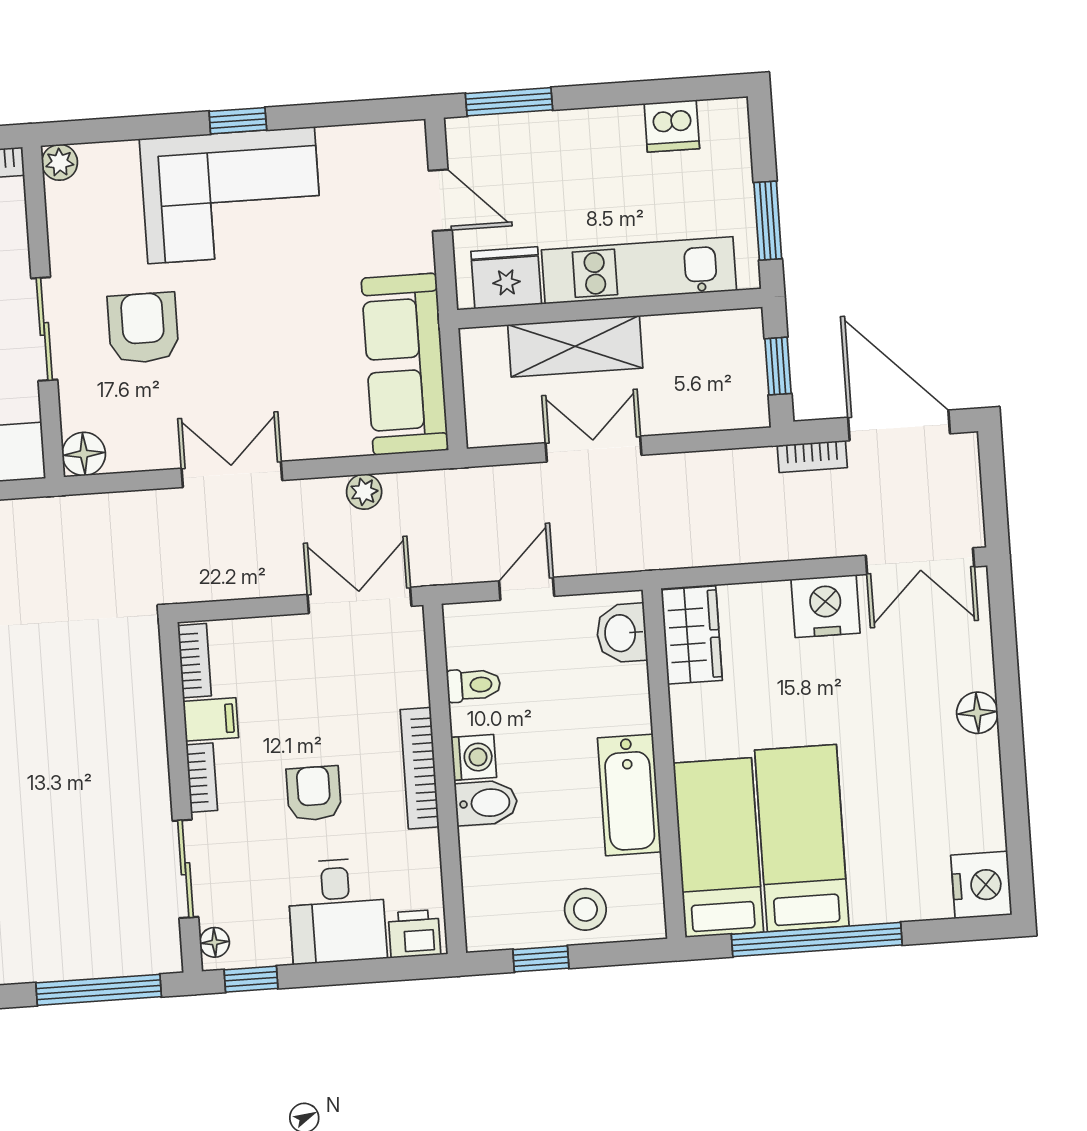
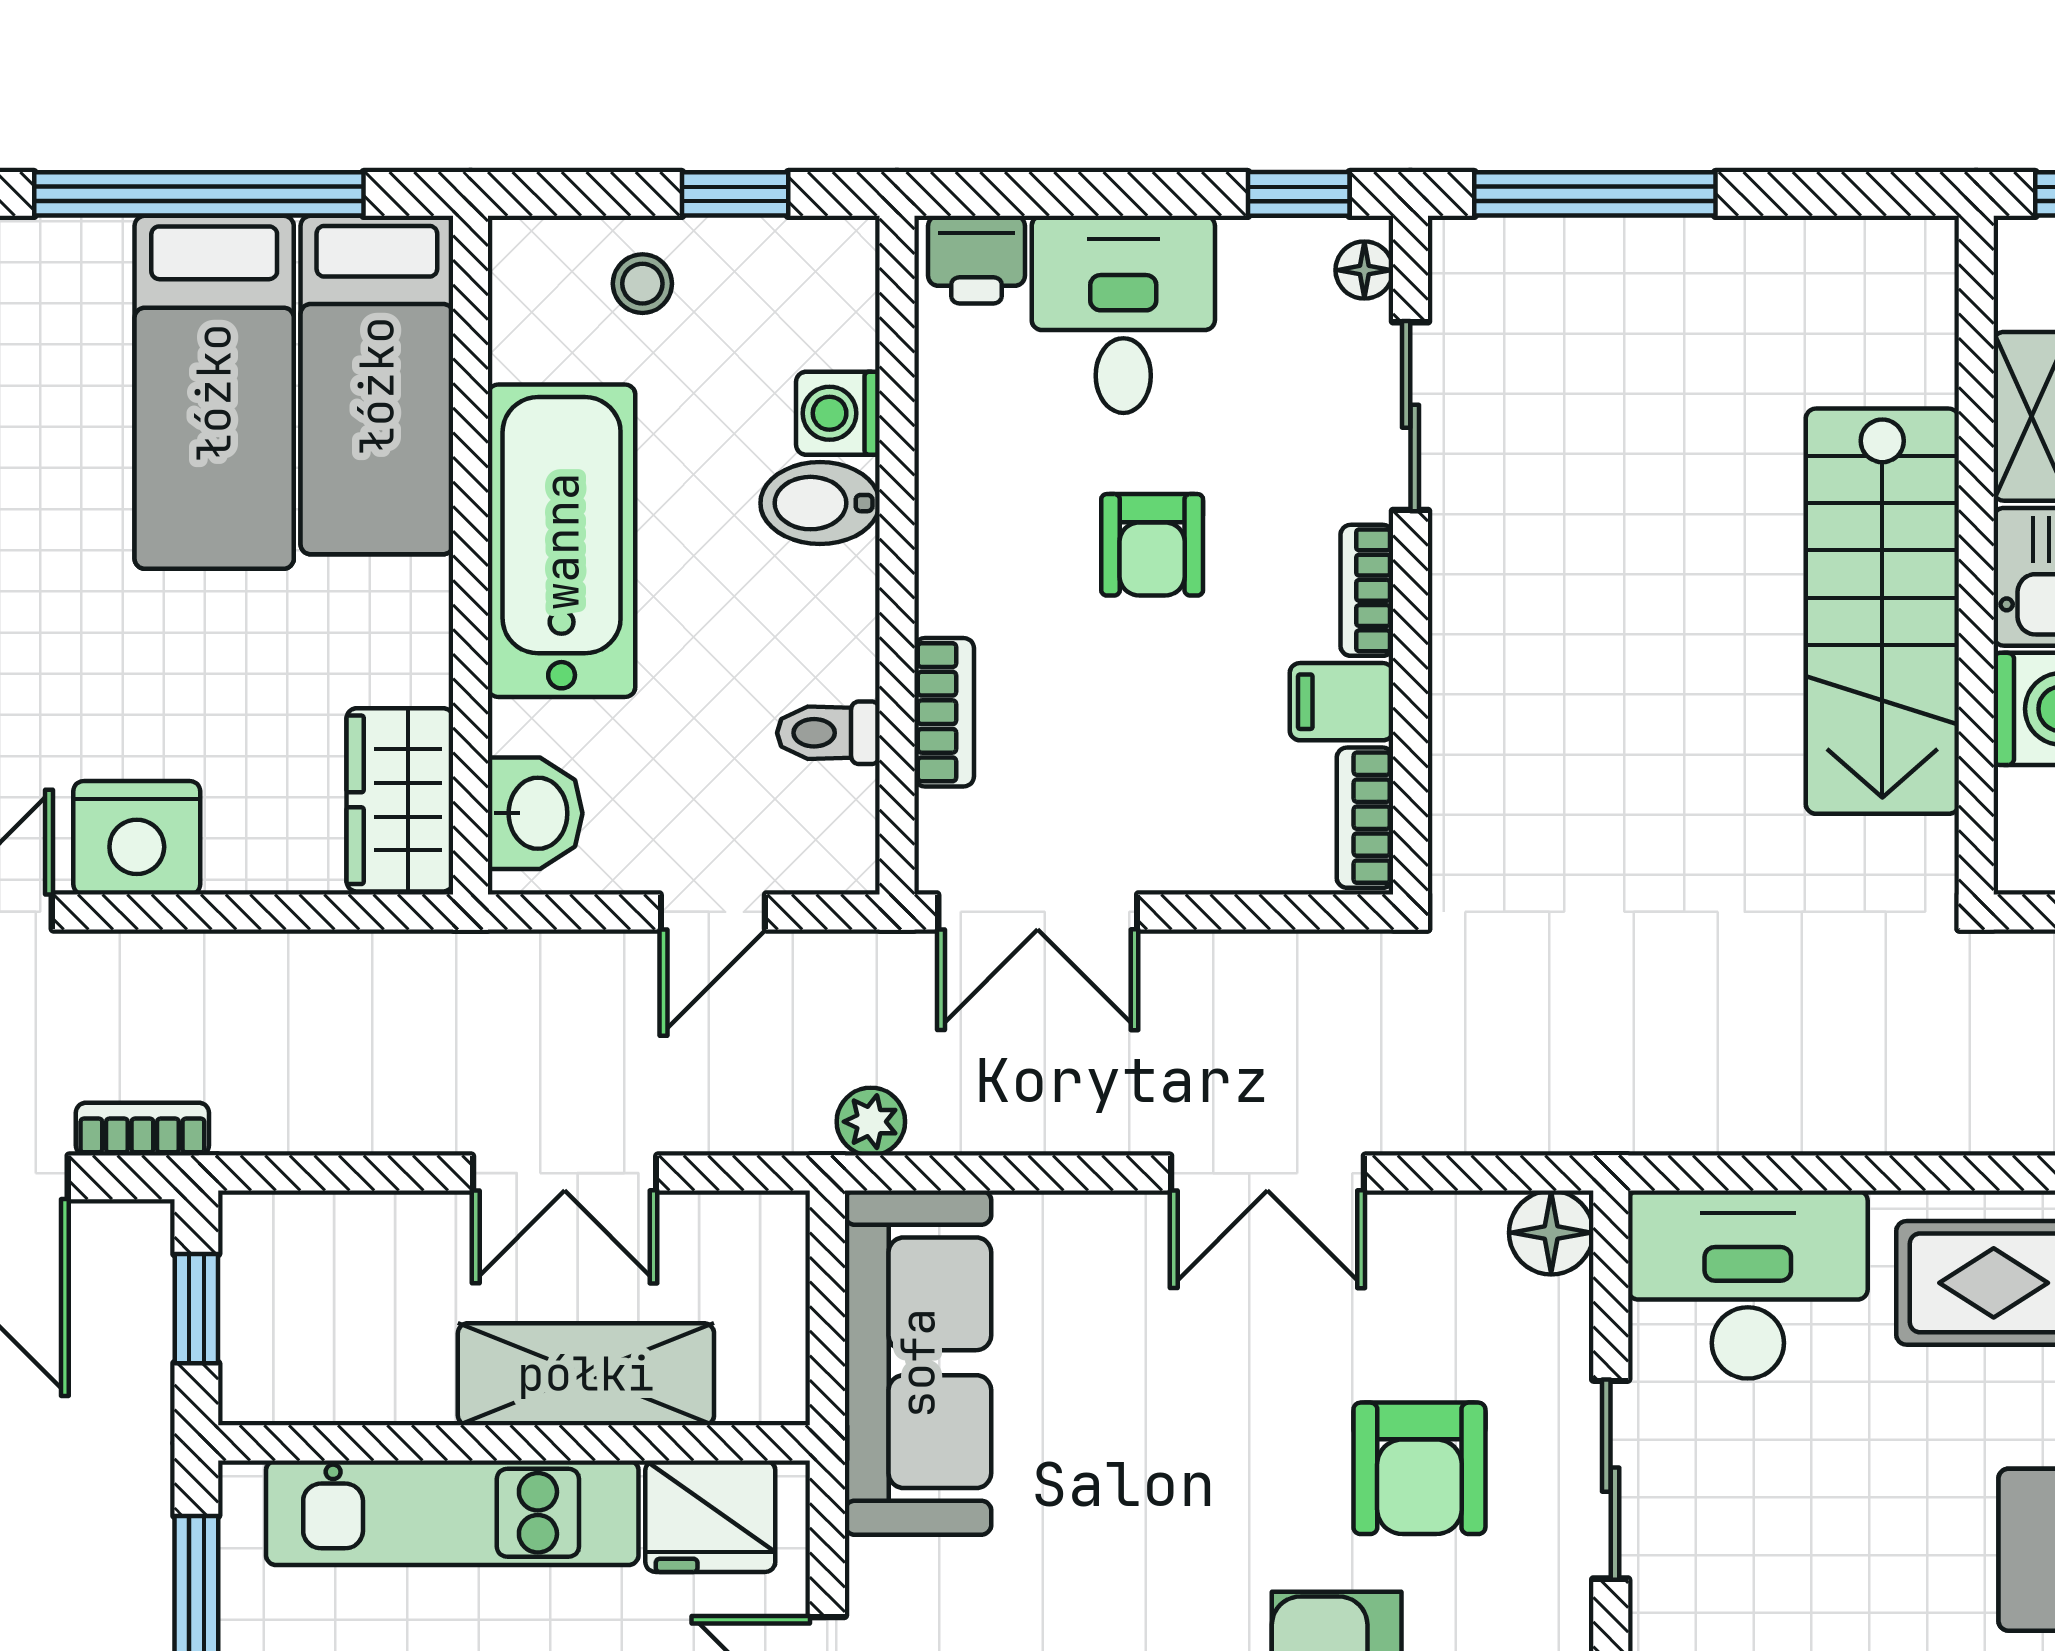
plant: (364, 492) -> (871, 1122), moved
washing machine: (474, 757) -> (838, 413), moved
bookcase: (420, 768) -> (944, 712), moved, width x0.64
bathtub: (629, 795) -> (562, 541), width x1.36, depth x1.36
stool: (585, 909) -> (642, 284), width x0.73, depth x0.73

